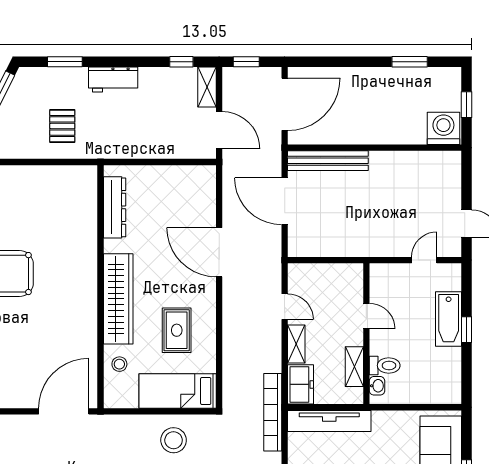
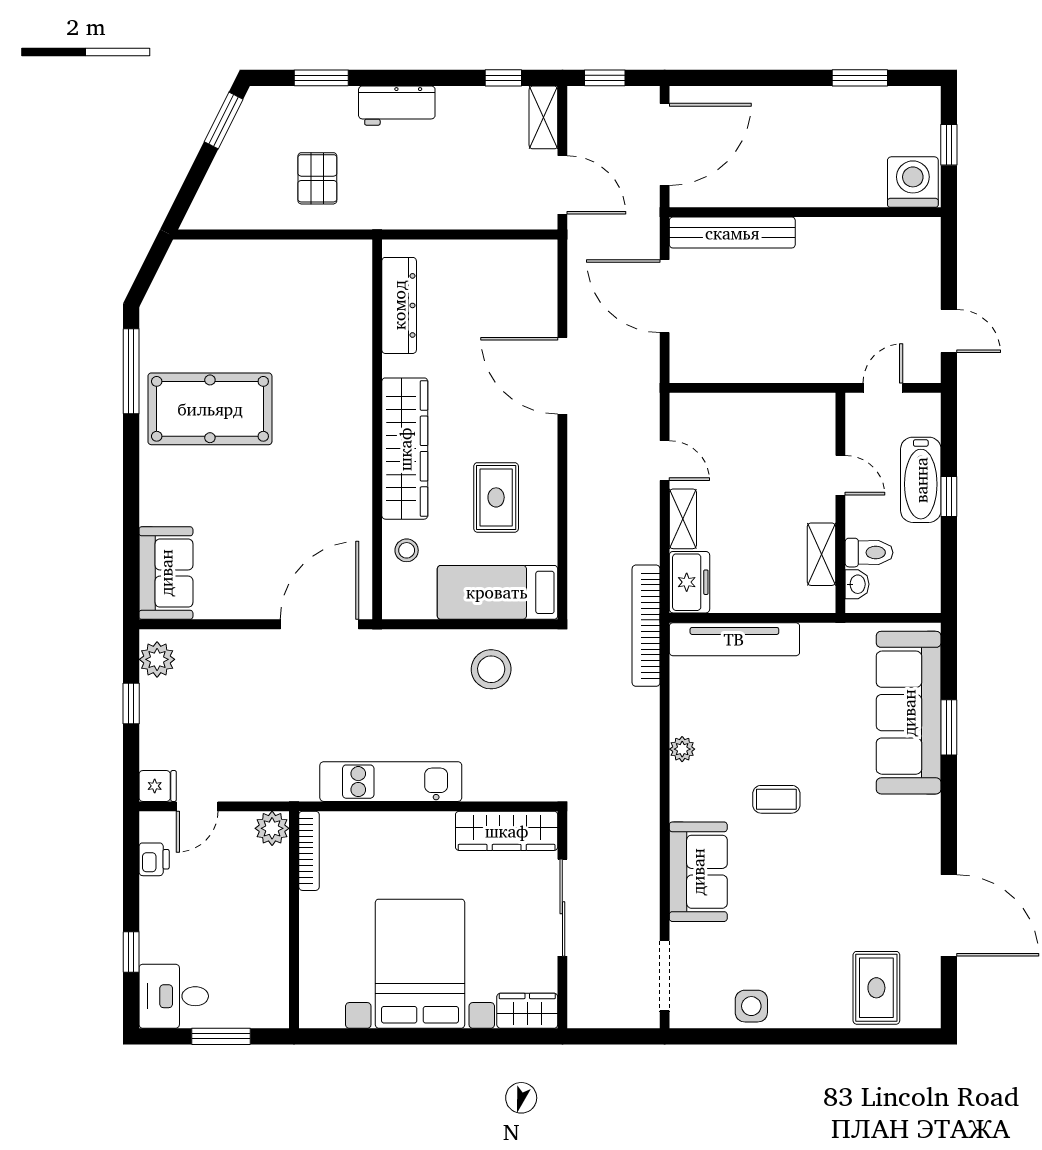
door: (366, 316) -> (840, 475), moved
wall: (366, 334) -> (840, 503), moved
toilet: (385, 365) -> (869, 553), moved
shelving: (354, 367) -> (821, 554), moved
washbasin: (377, 386) -> (857, 584), moved

